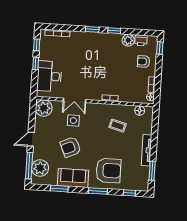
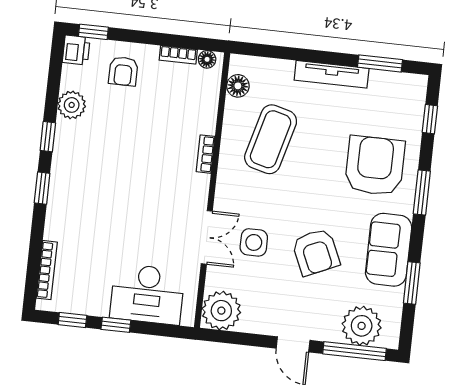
printer: (141, 40) -> (76, 50), moved
coffee table: (118, 126) -> (271, 139), width x1.86, depth x1.72

